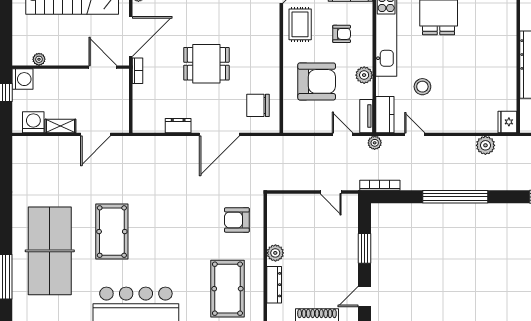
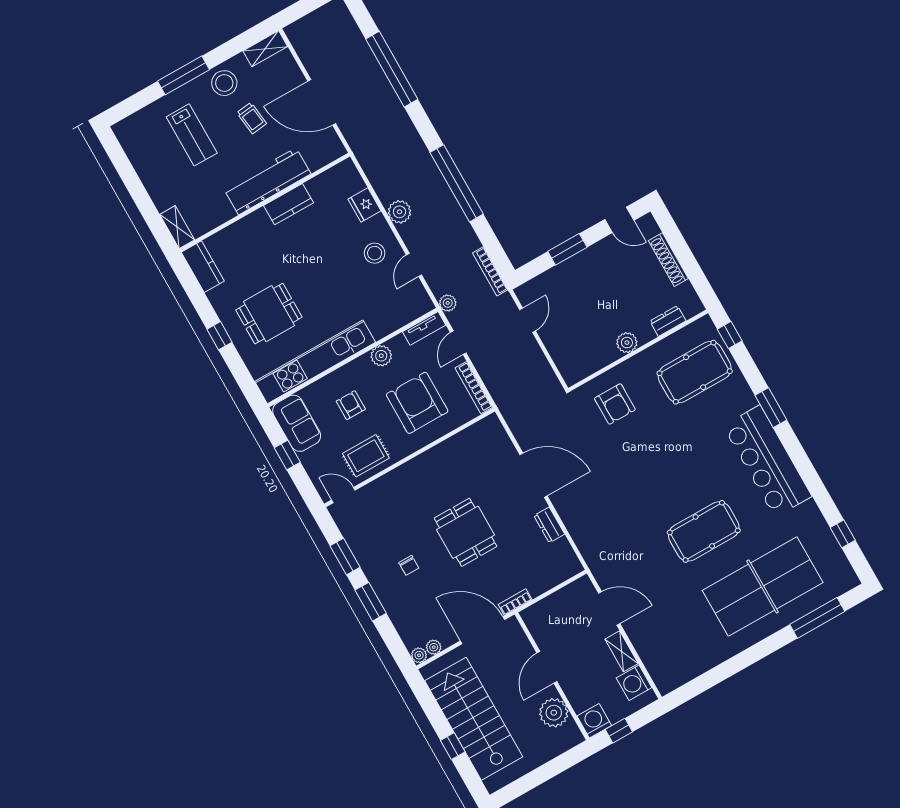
plant: (39, 59) -> (554, 713), width x1.87, depth x1.87
door: (103, 67) -> (547, 667), moved
stool: (422, 87) -> (375, 253), moved
chair: (258, 105) -> (409, 565), moved, width x0.54, depth x0.54
kitchen counter: (385, 115) -> (289, 204), moved, turned 180
fridge: (507, 122) -> (364, 205), moved, turned 90
bookcase: (305, 127) -> (474, 388), added
plant: (485, 145) -> (399, 212), moved
dresser: (274, 285) -> (668, 321), width x0.70

